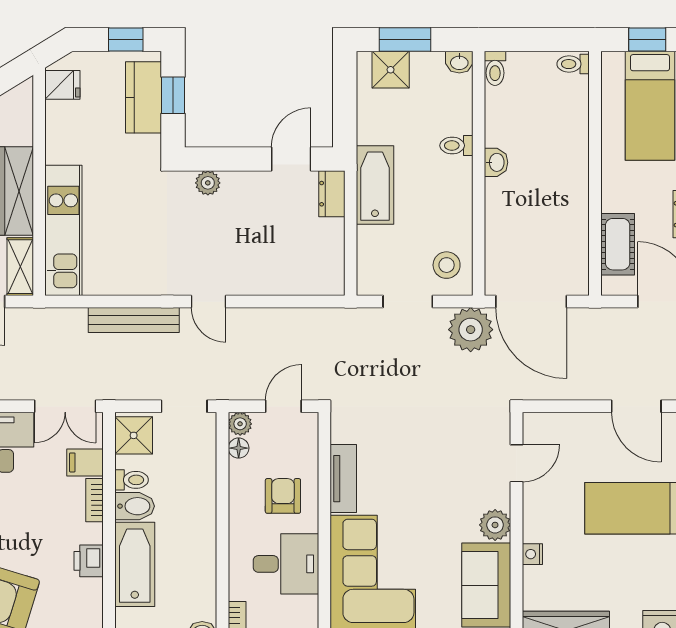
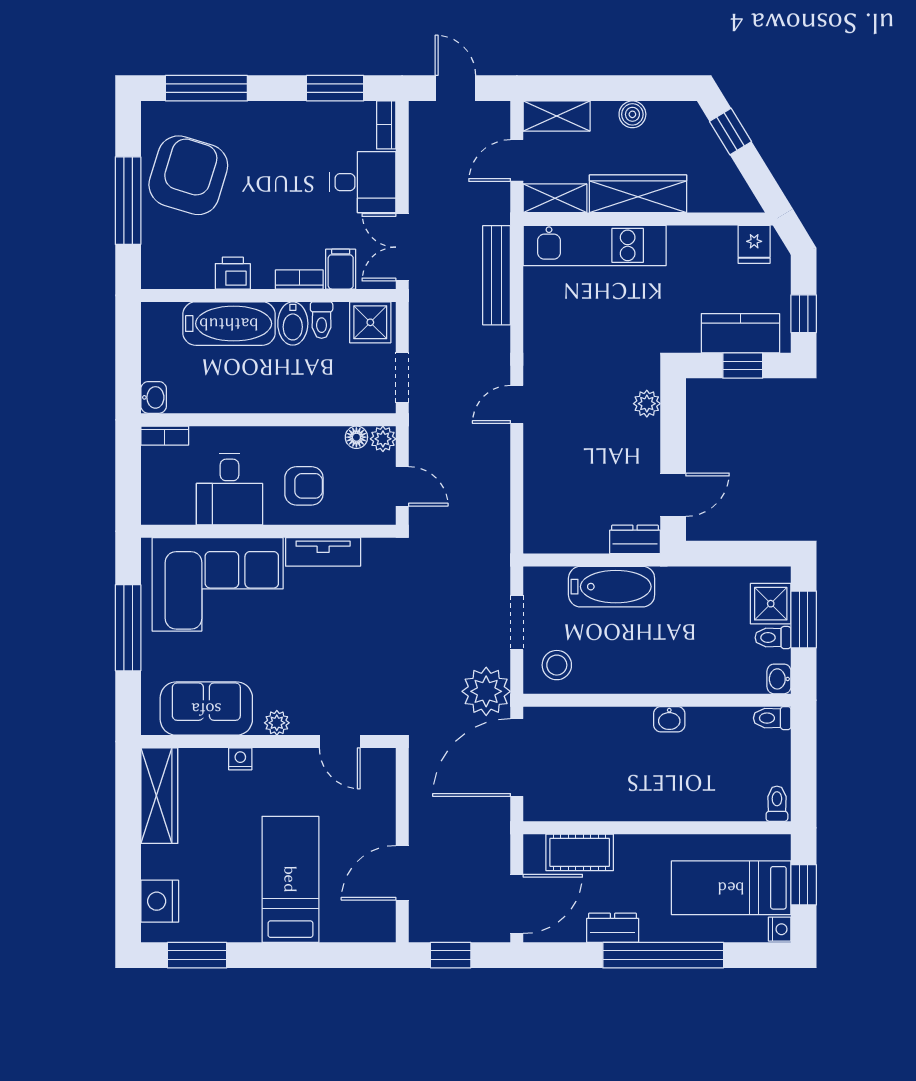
toilet: (456, 146) -> (773, 638), moved, turned -90
door: (291, 159) -> (673, 495), hinge flipped
bathtub: (375, 185) -> (612, 587), moved
bench: (134, 320) -> (497, 275), moved
plant: (495, 525) -> (277, 723), width x0.73, depth x0.73

